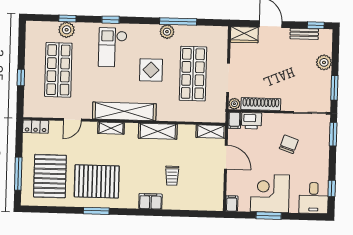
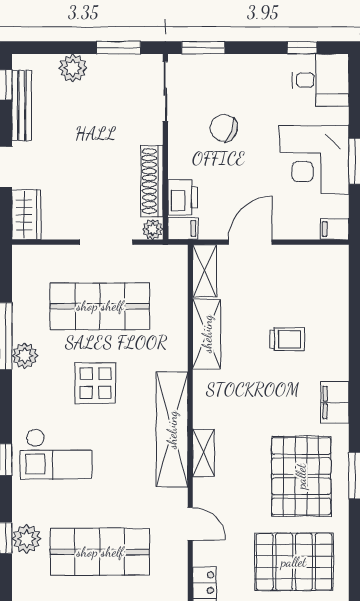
bench: (304, 34) -> (22, 106), width x1.36
shelving: (158, 131) -> (207, 334), moved
filing cabinet: (150, 201) -> (335, 402), moved

